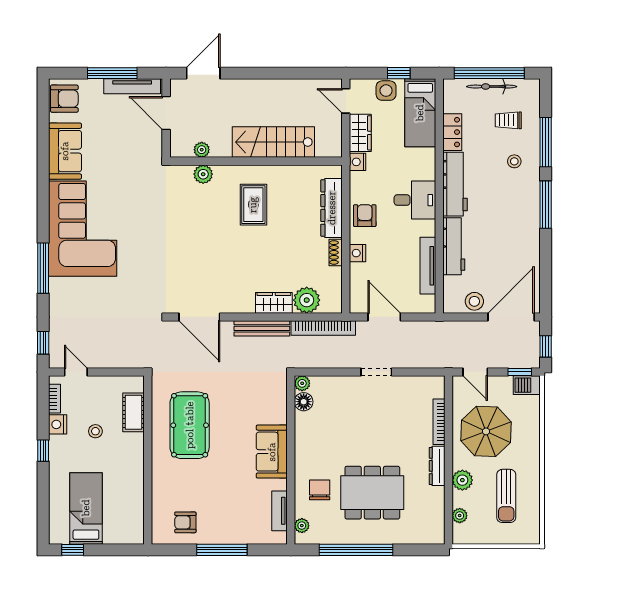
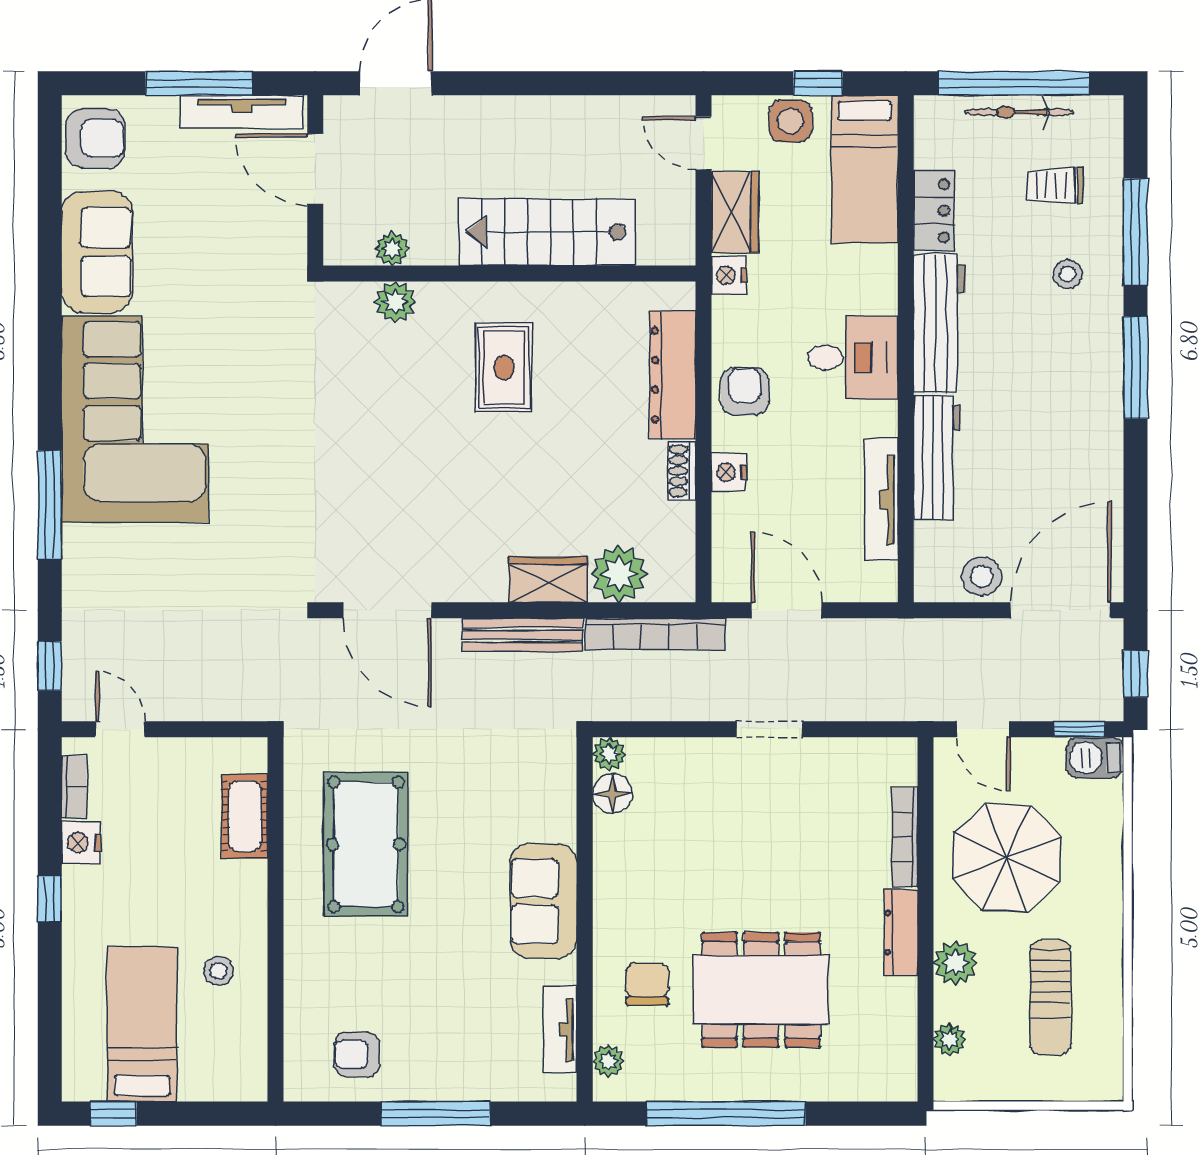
stool: (95, 431) -> (218, 971), moved

